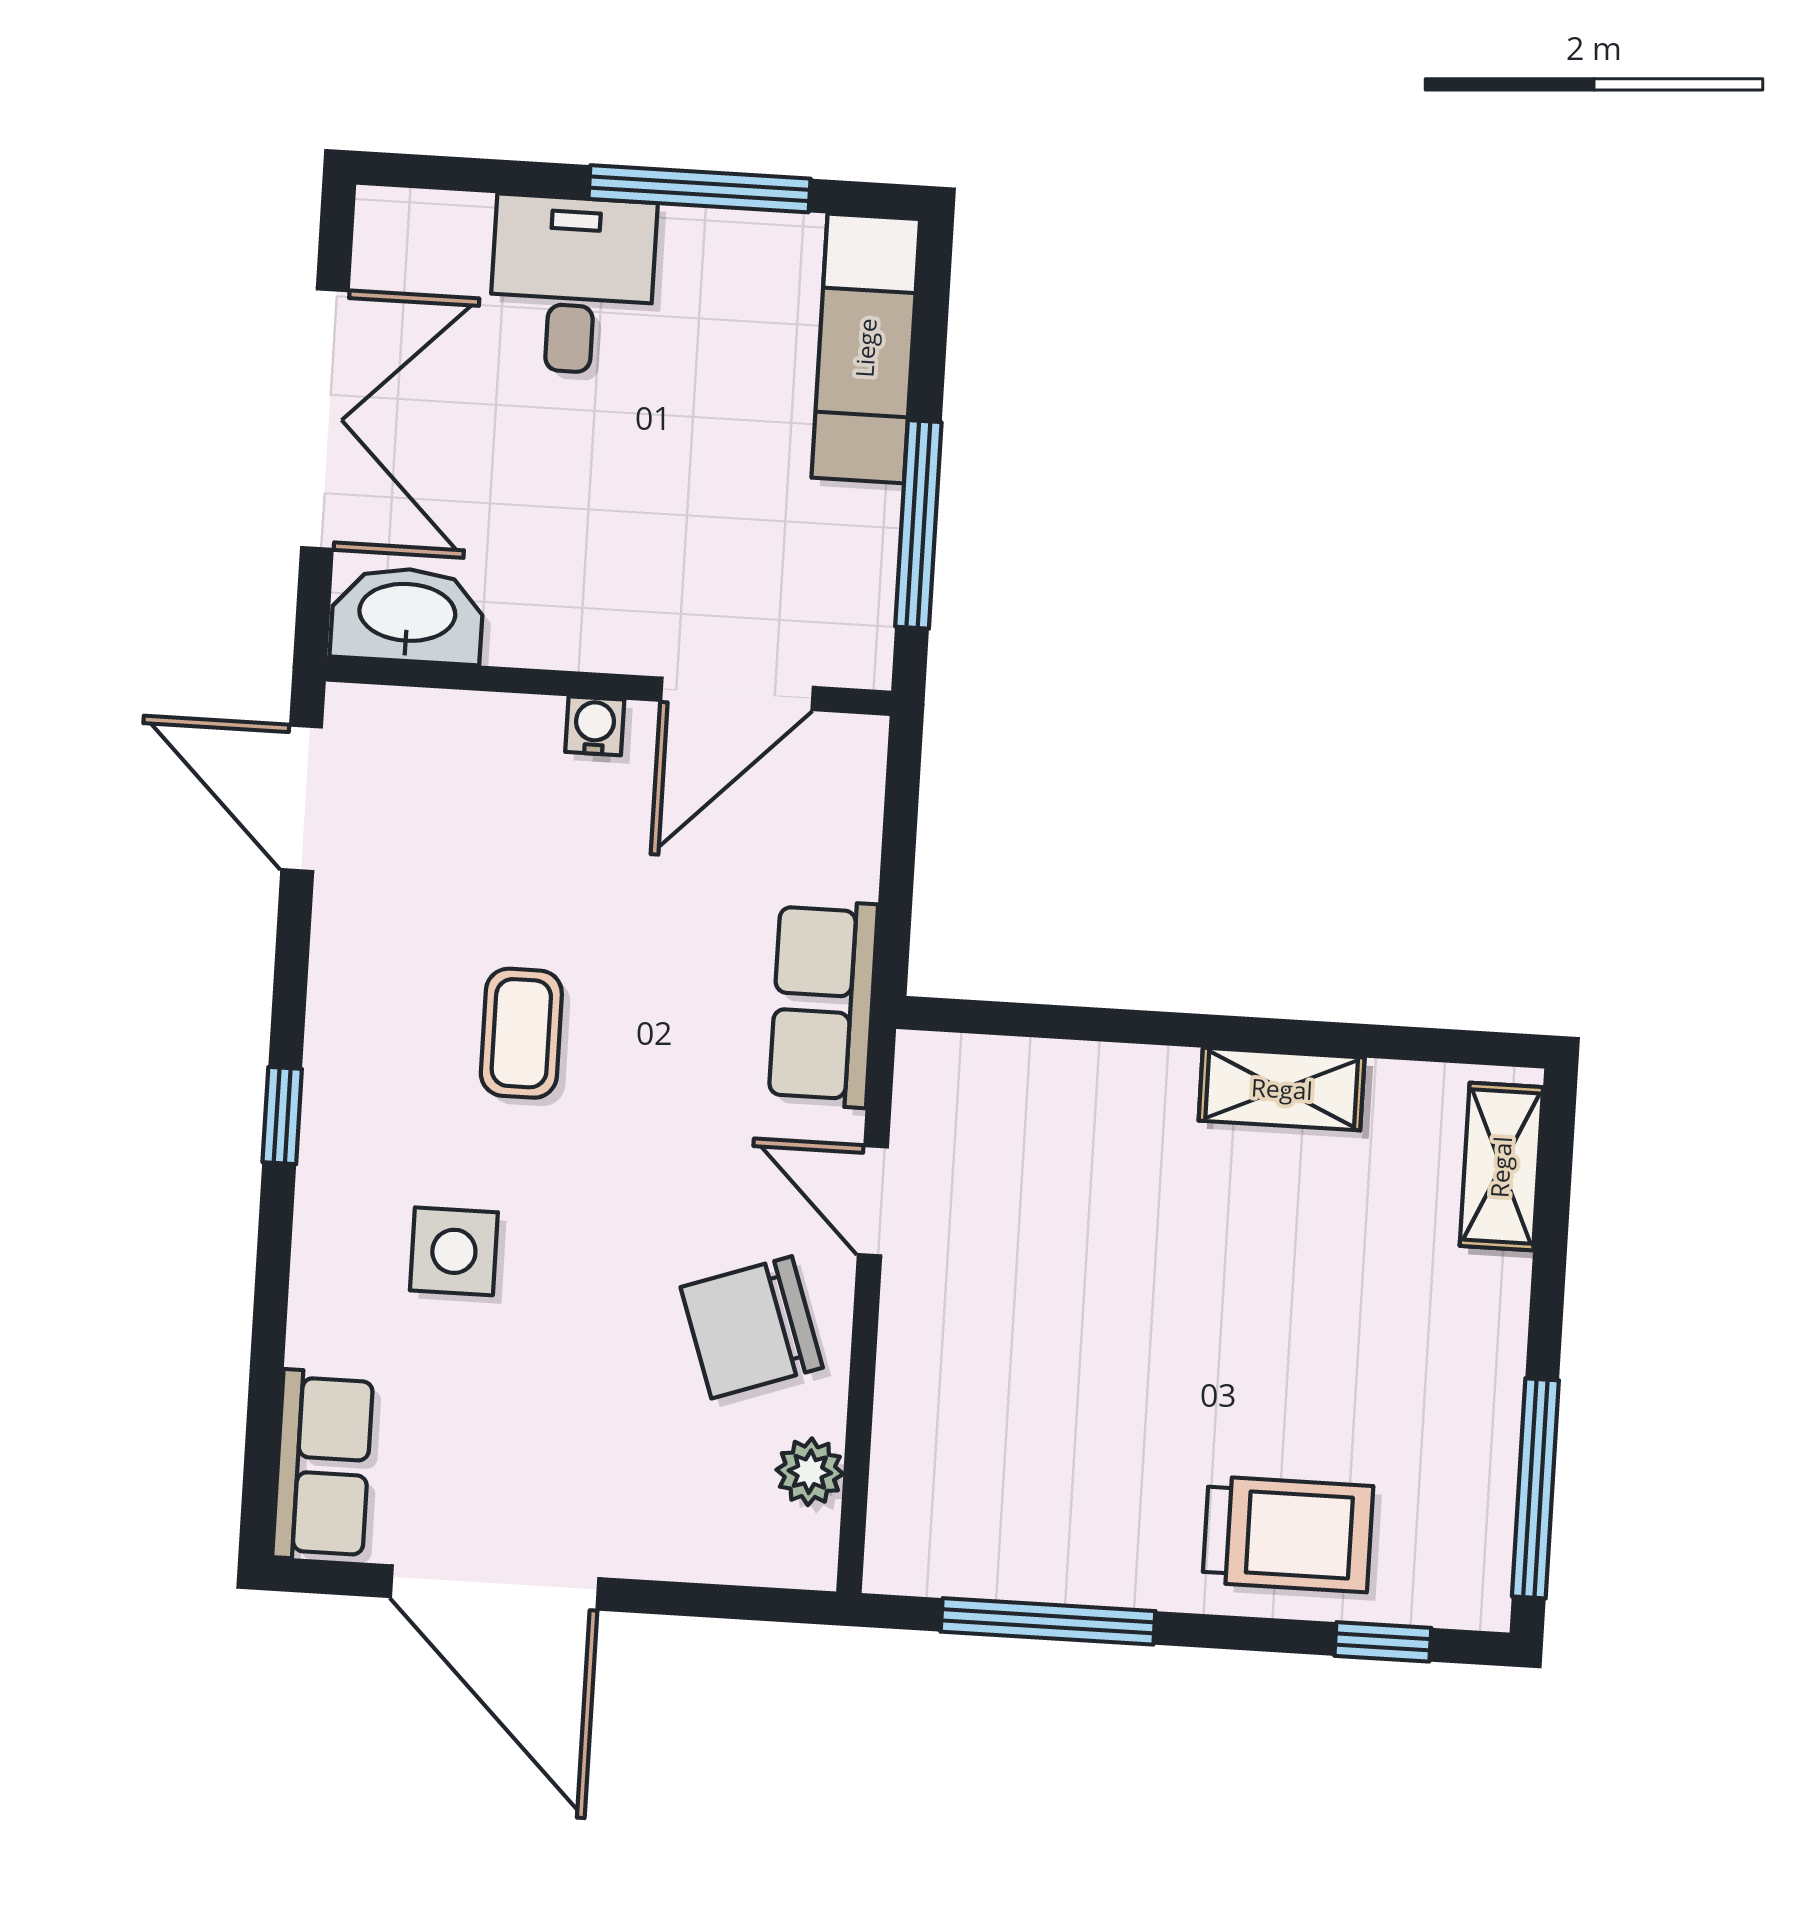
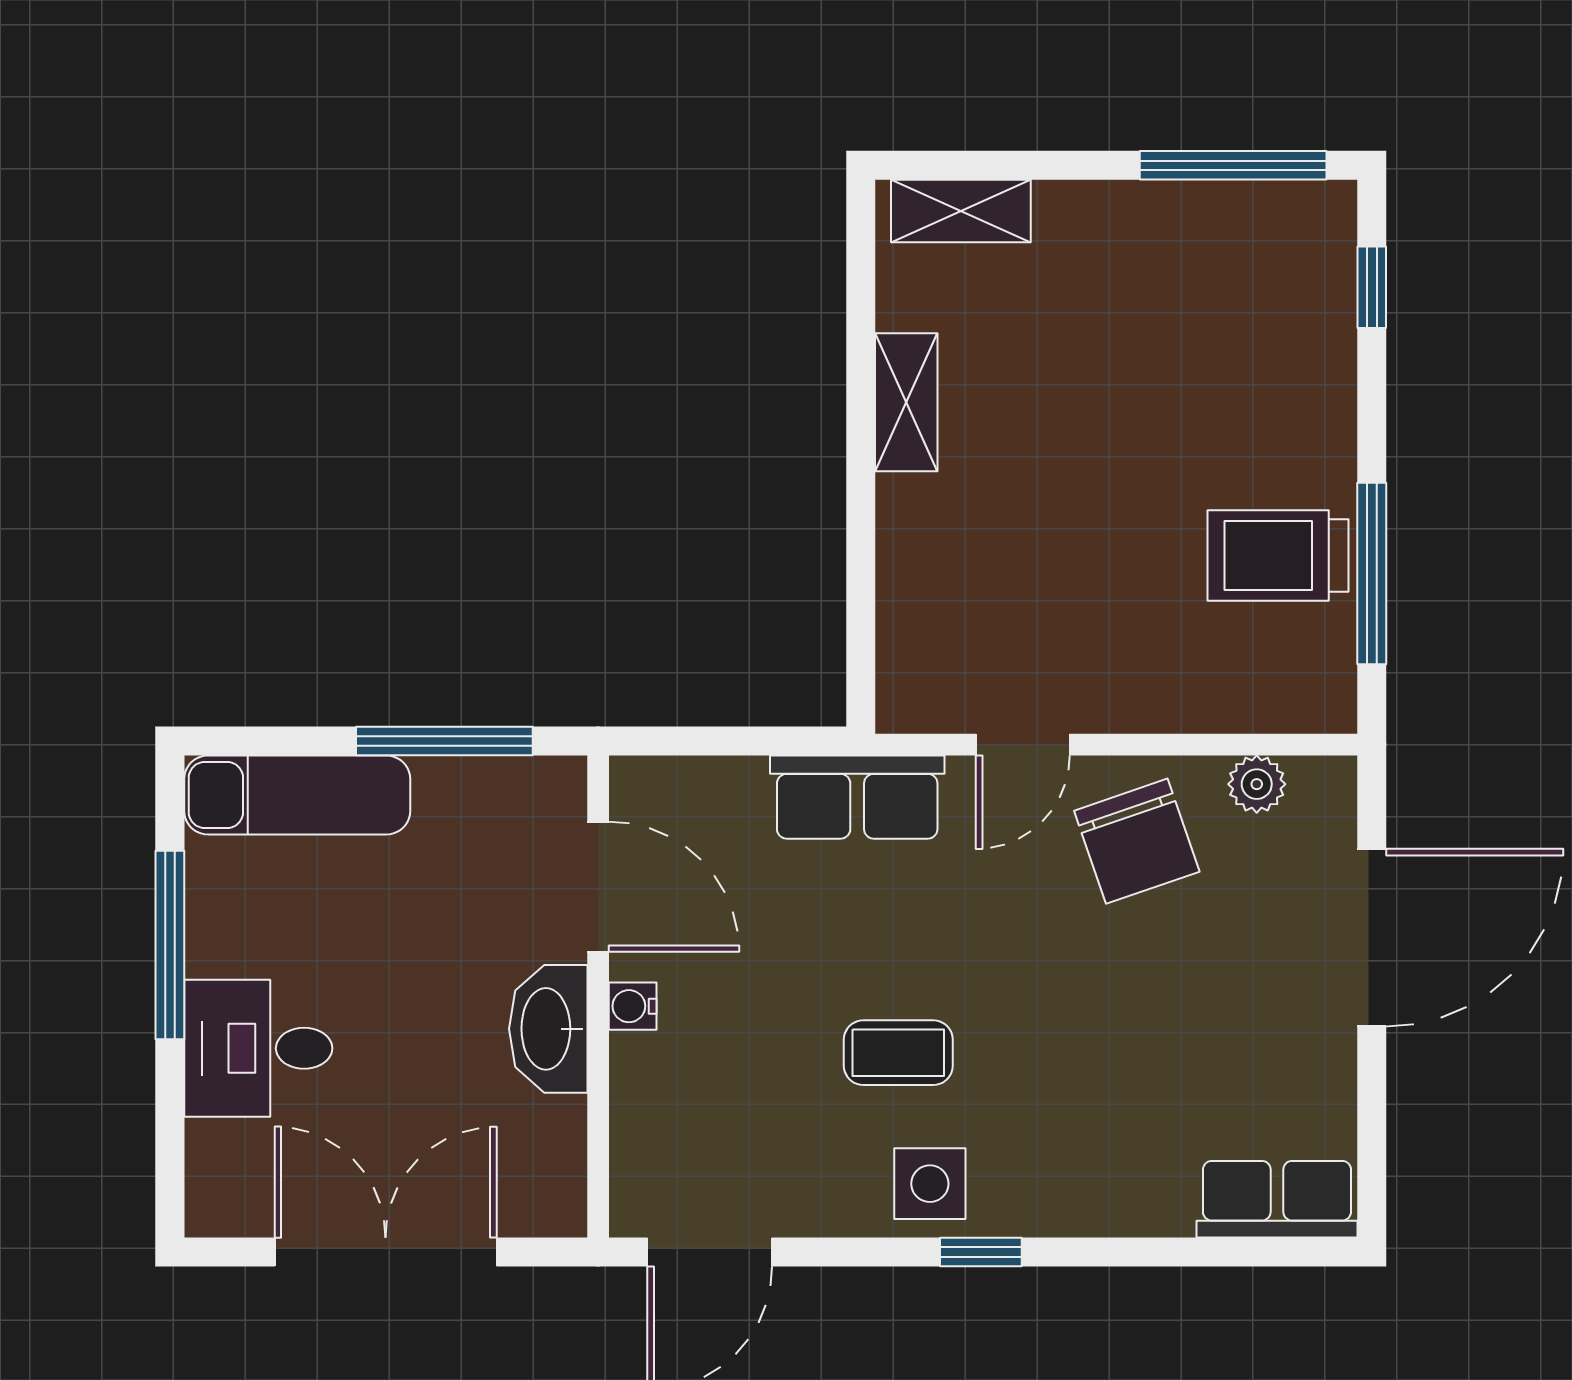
washbasin: (407, 615) -> (548, 1029), moved
side table: (454, 1251) -> (930, 1184), moved
trolley: (1288, 1534) -> (1278, 555), moved, turned -90
door: (495, 1588) -> (1372, 938), moved

